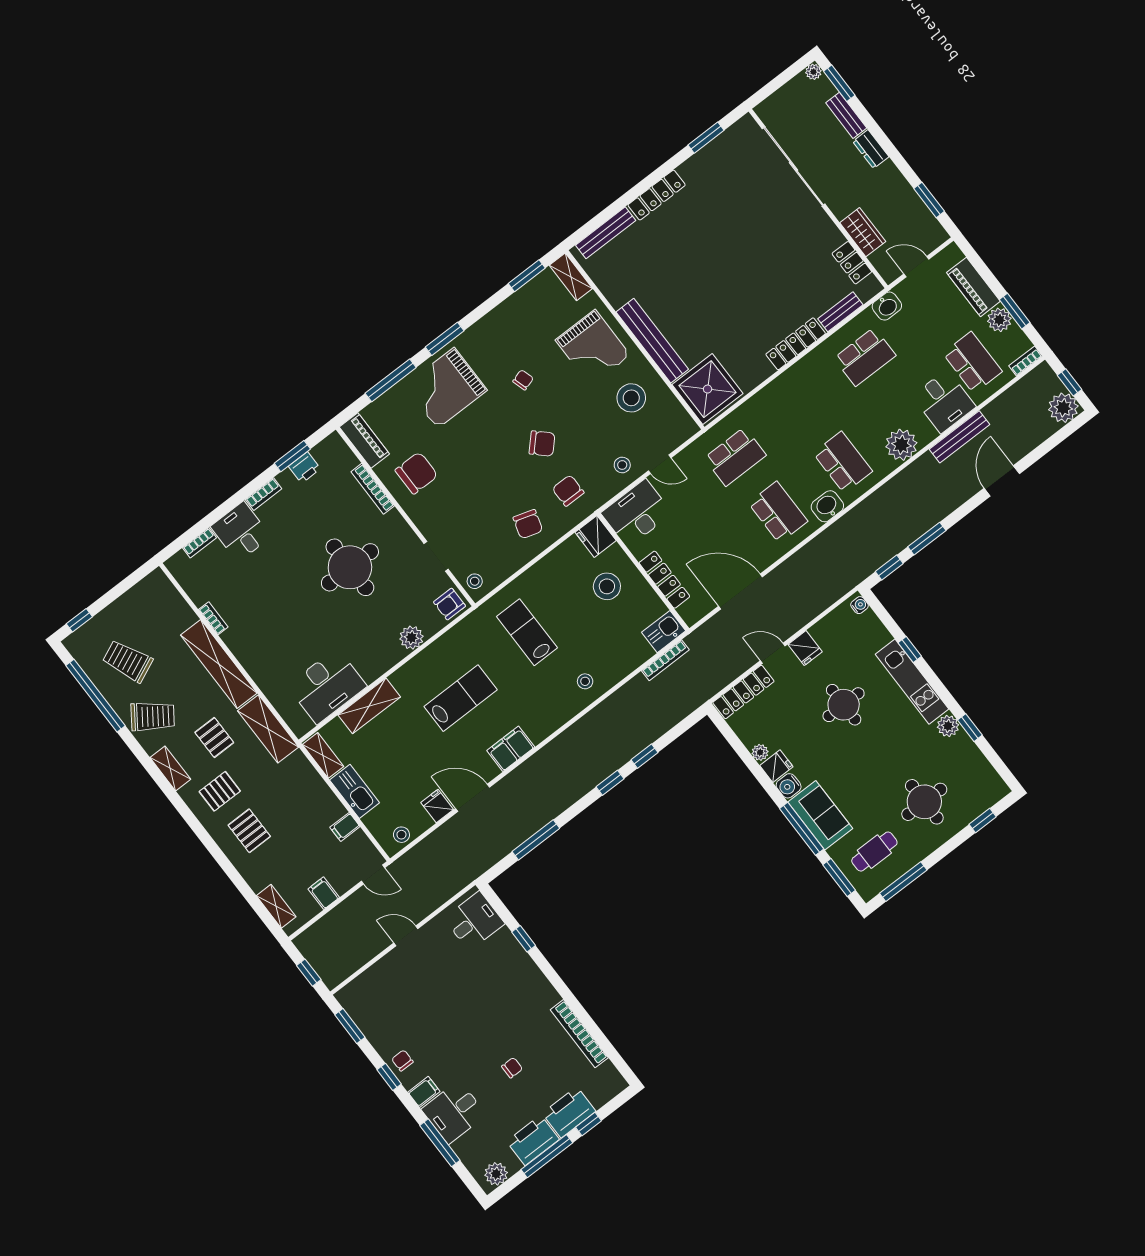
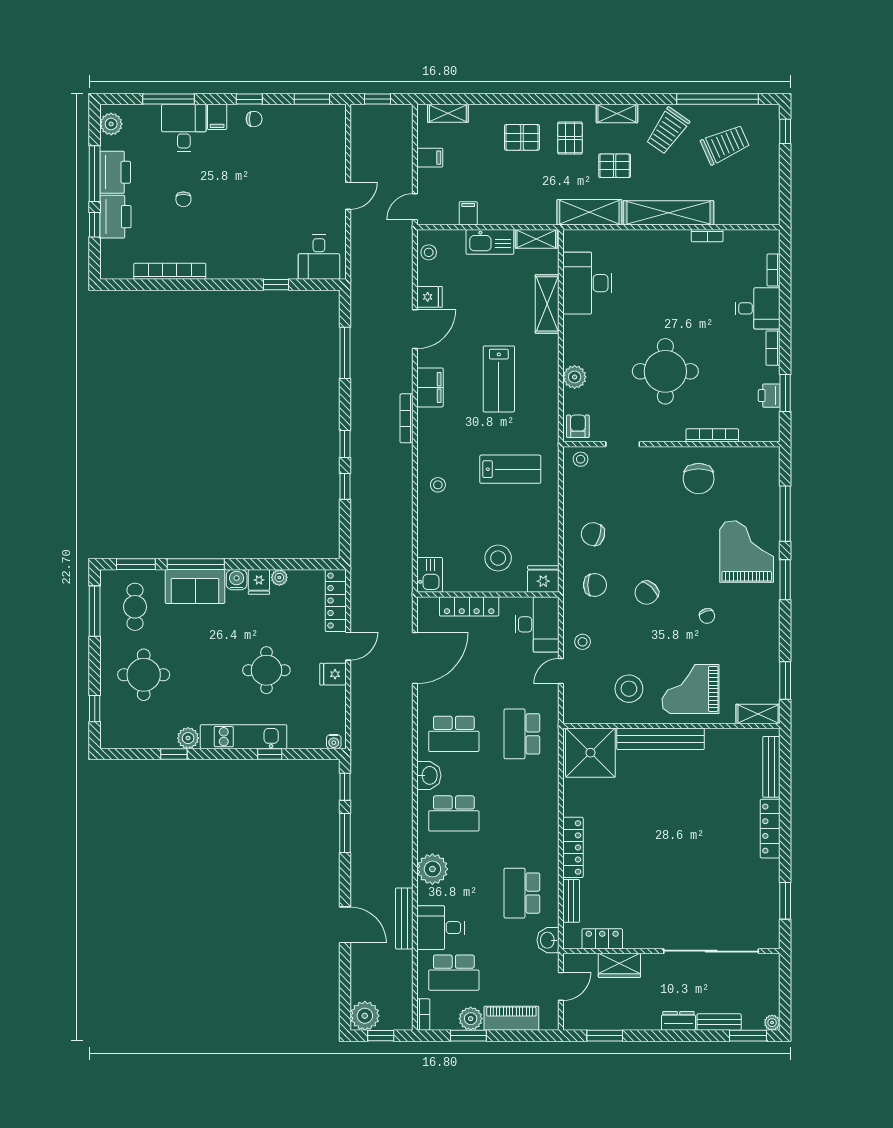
piano: (364, 440) -> (754, 458), removed
bookcase: (665, 660) -> (406, 418), moved

